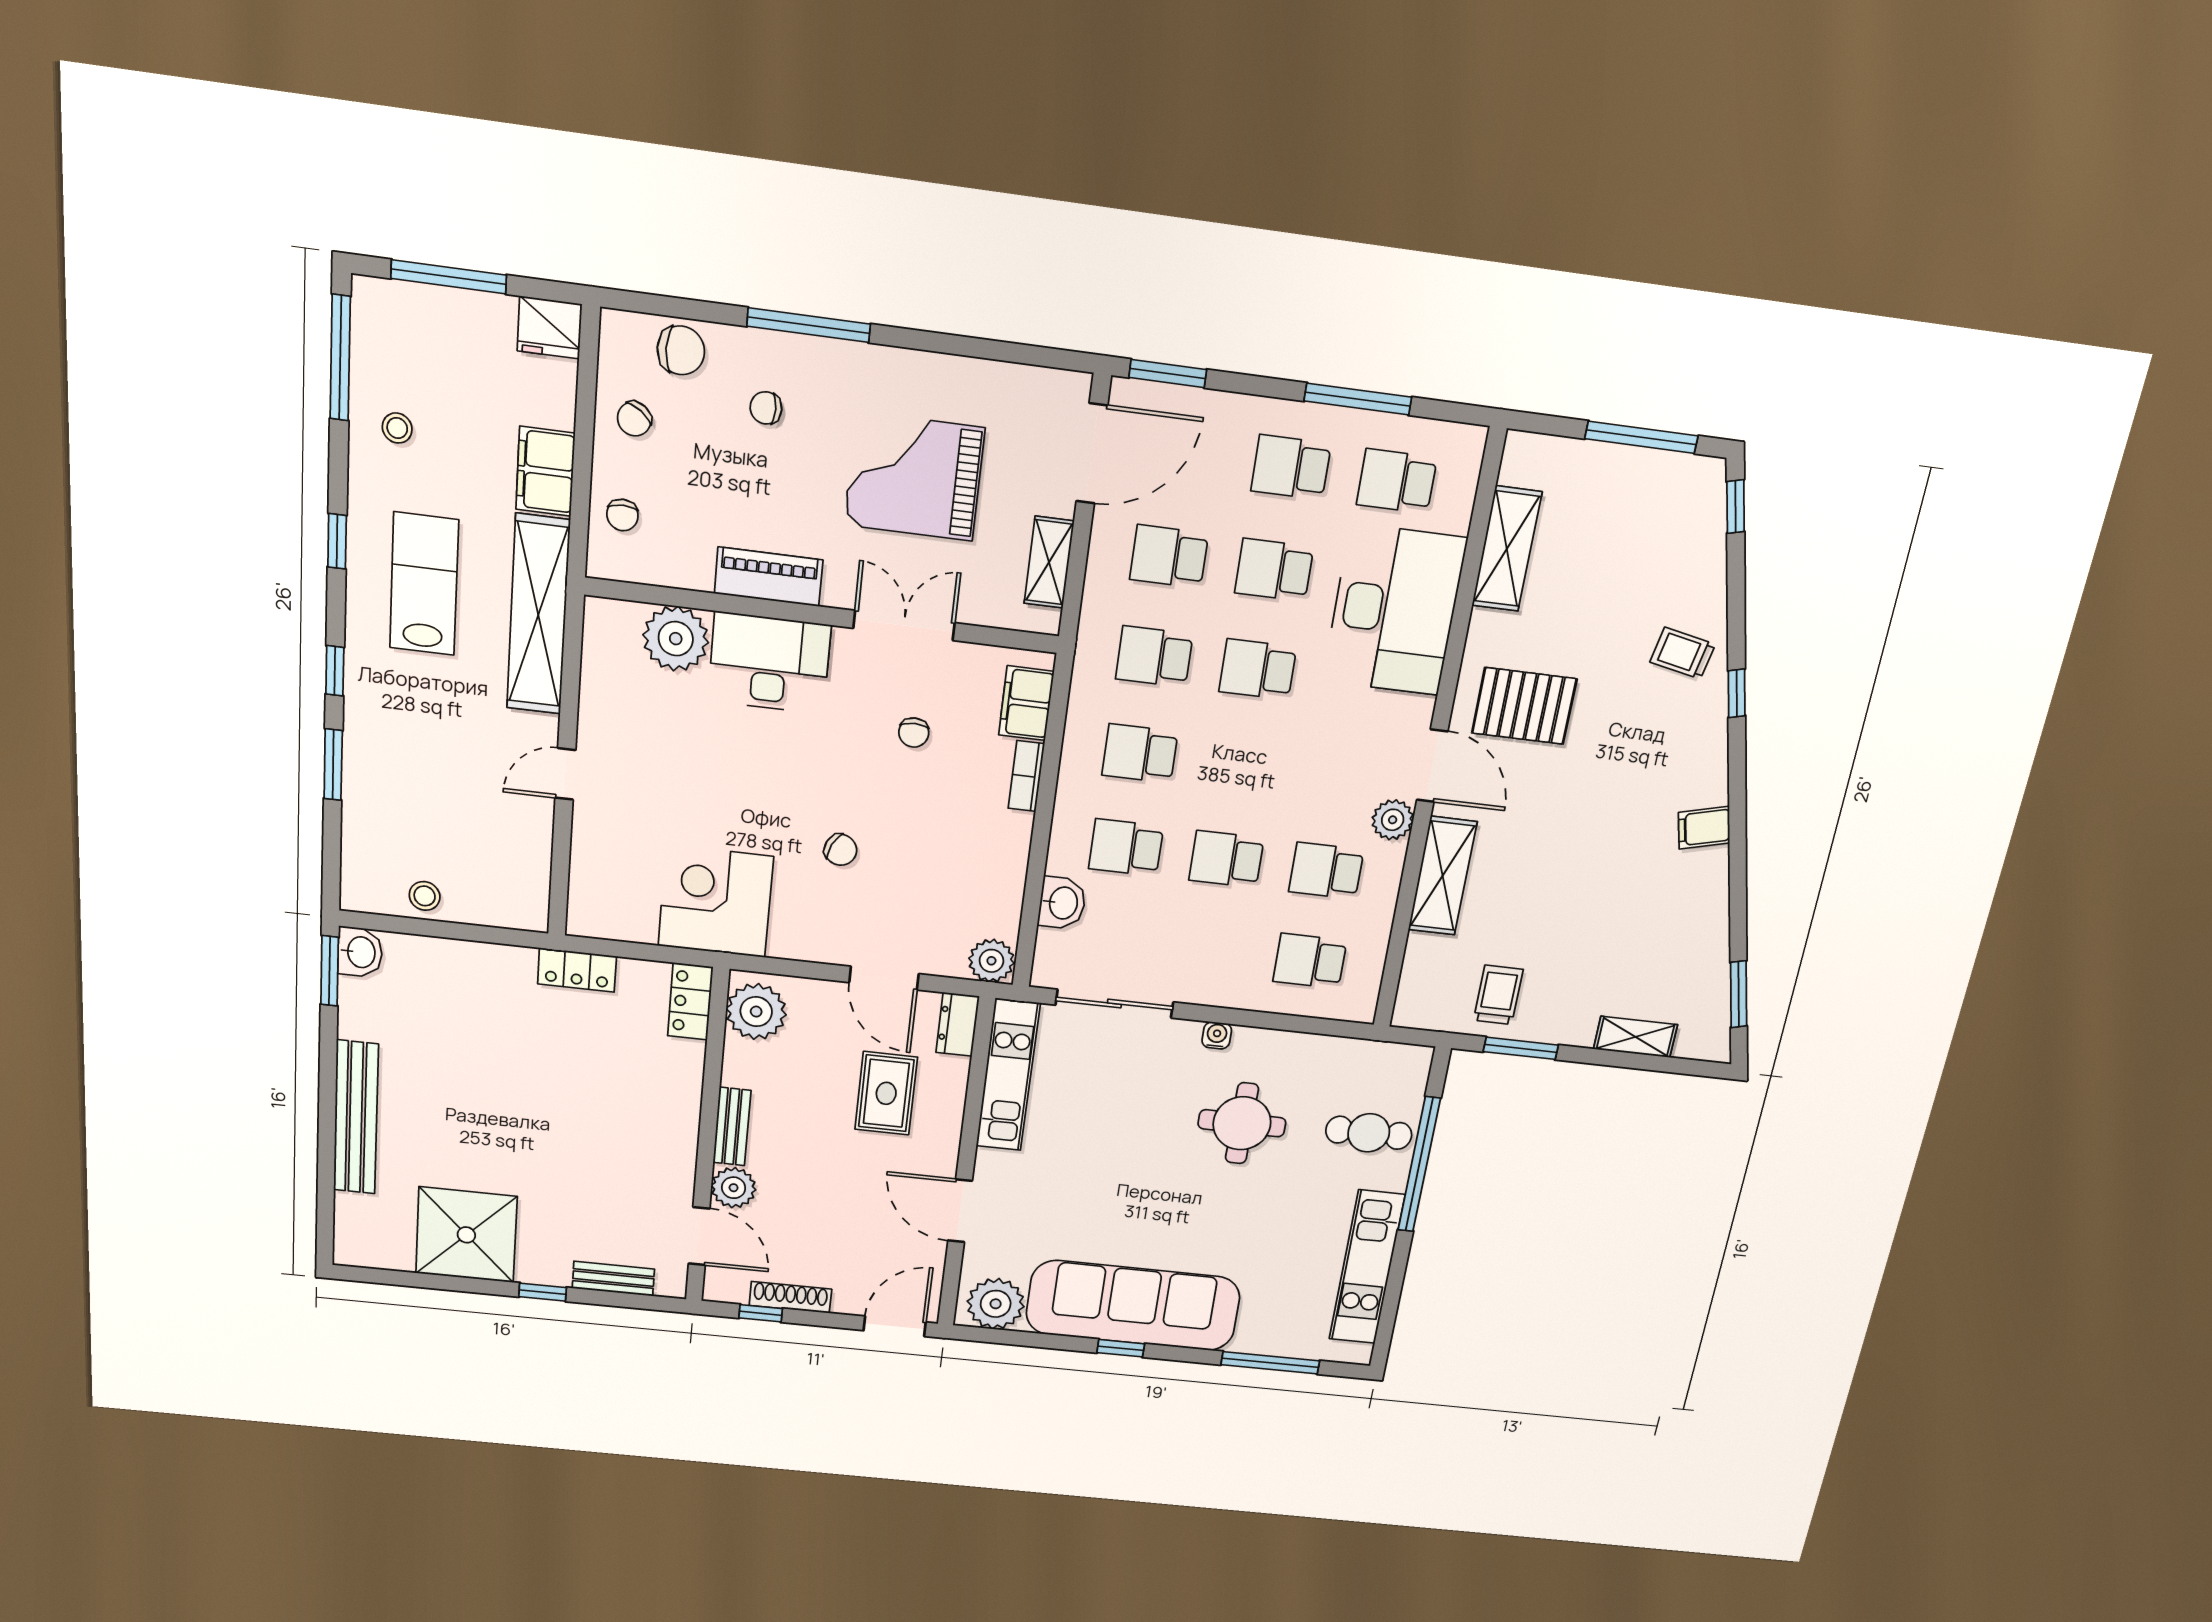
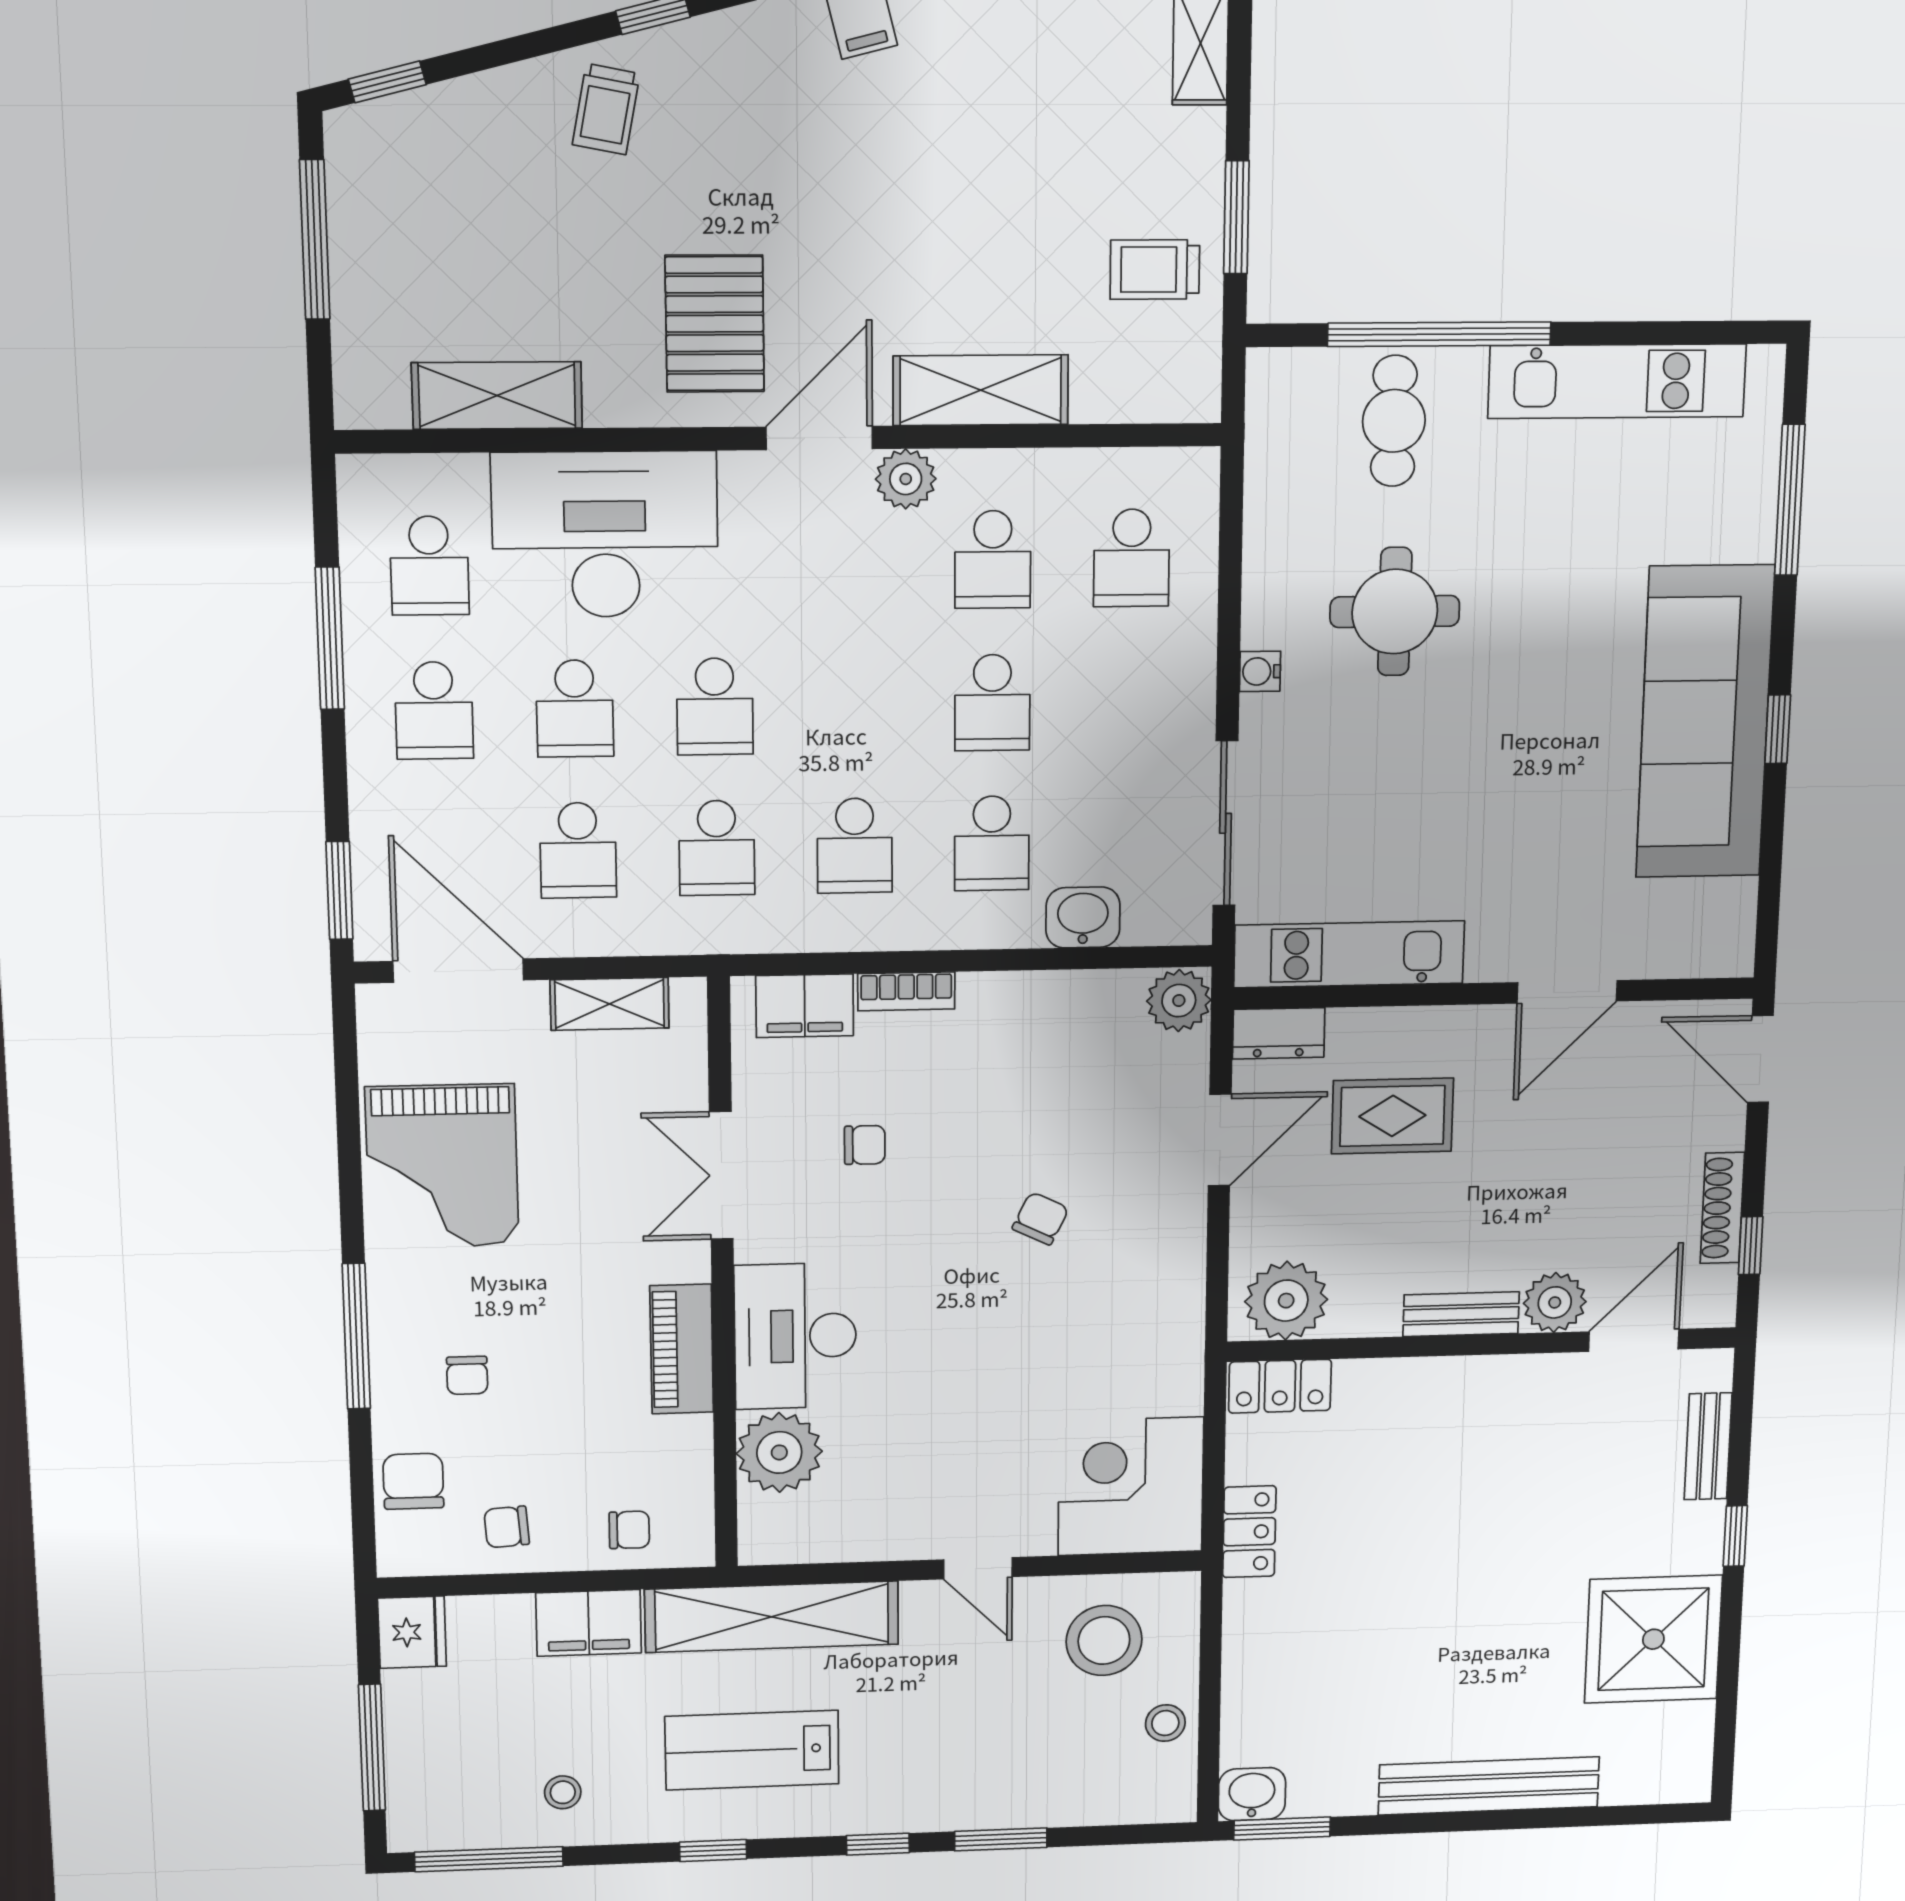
chair: (634, 419) -> (507, 1527), turned 140
grand piano: (914, 477) -> (442, 1166), moved
stool: (497, 859) -> (1104, 1640), added
corner desk: (716, 901) -> (1131, 1486), moved, turned 90
plant: (996, 1304) -> (1715, 921), removed

